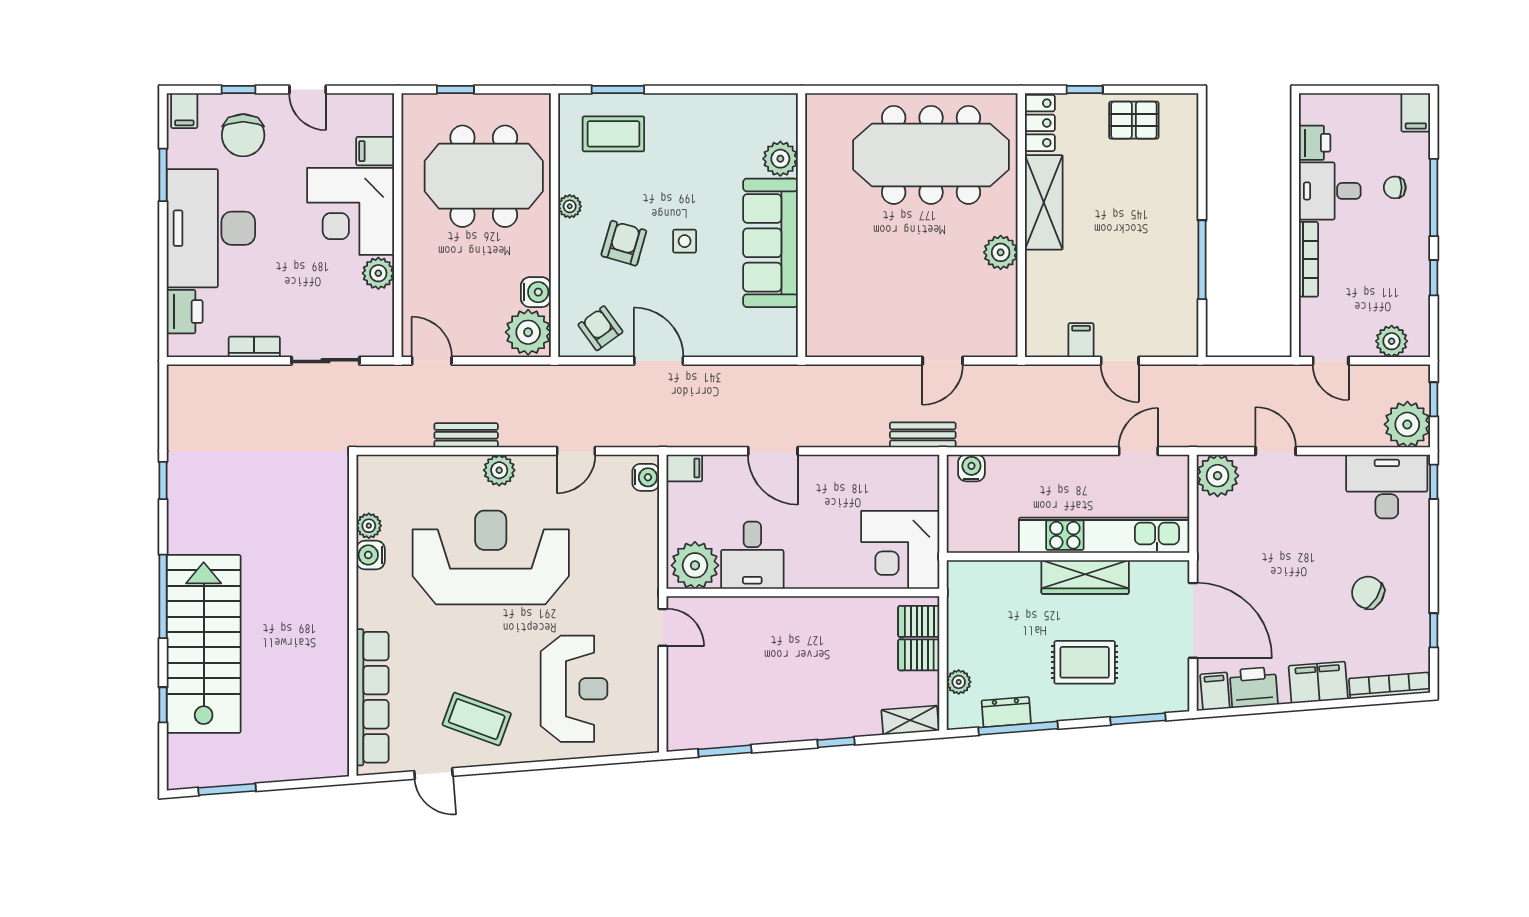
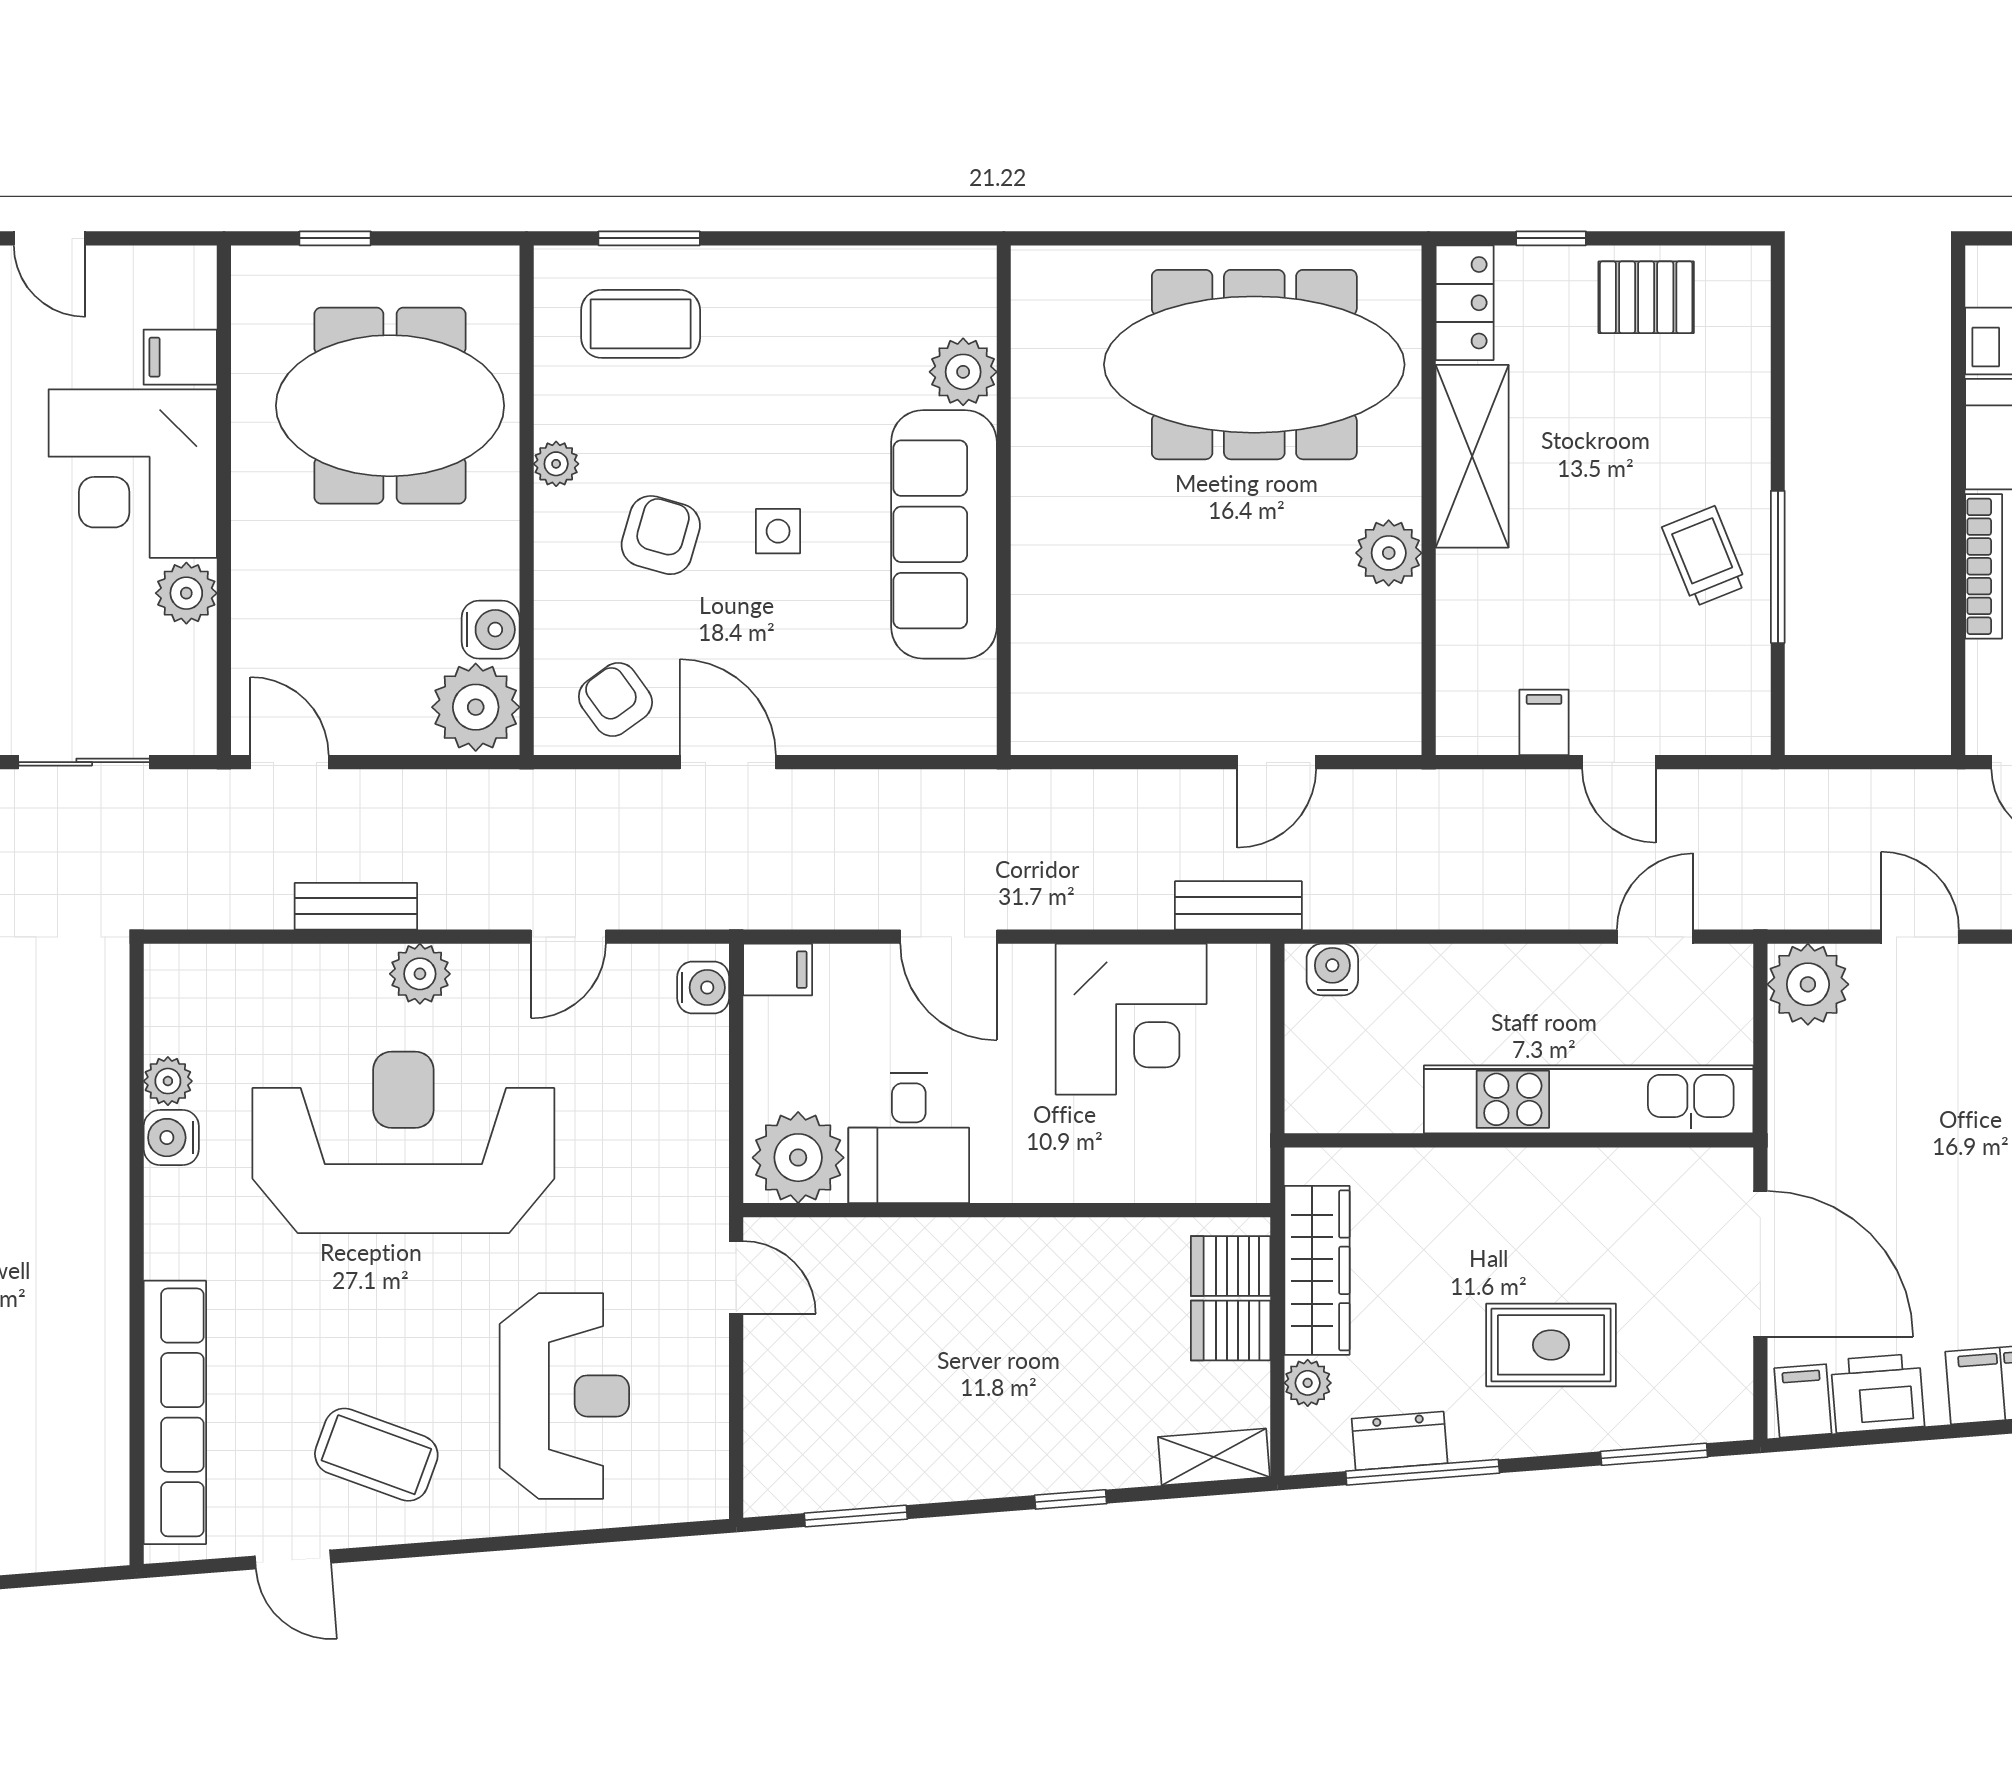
trolley: (1164, 254) -> (1704, 556), added
corner desk: (900, 550) -> (1131, 1019), moved, turned -90
wardrobe: (1085, 577) -> (1317, 1270), moved, turned -90

